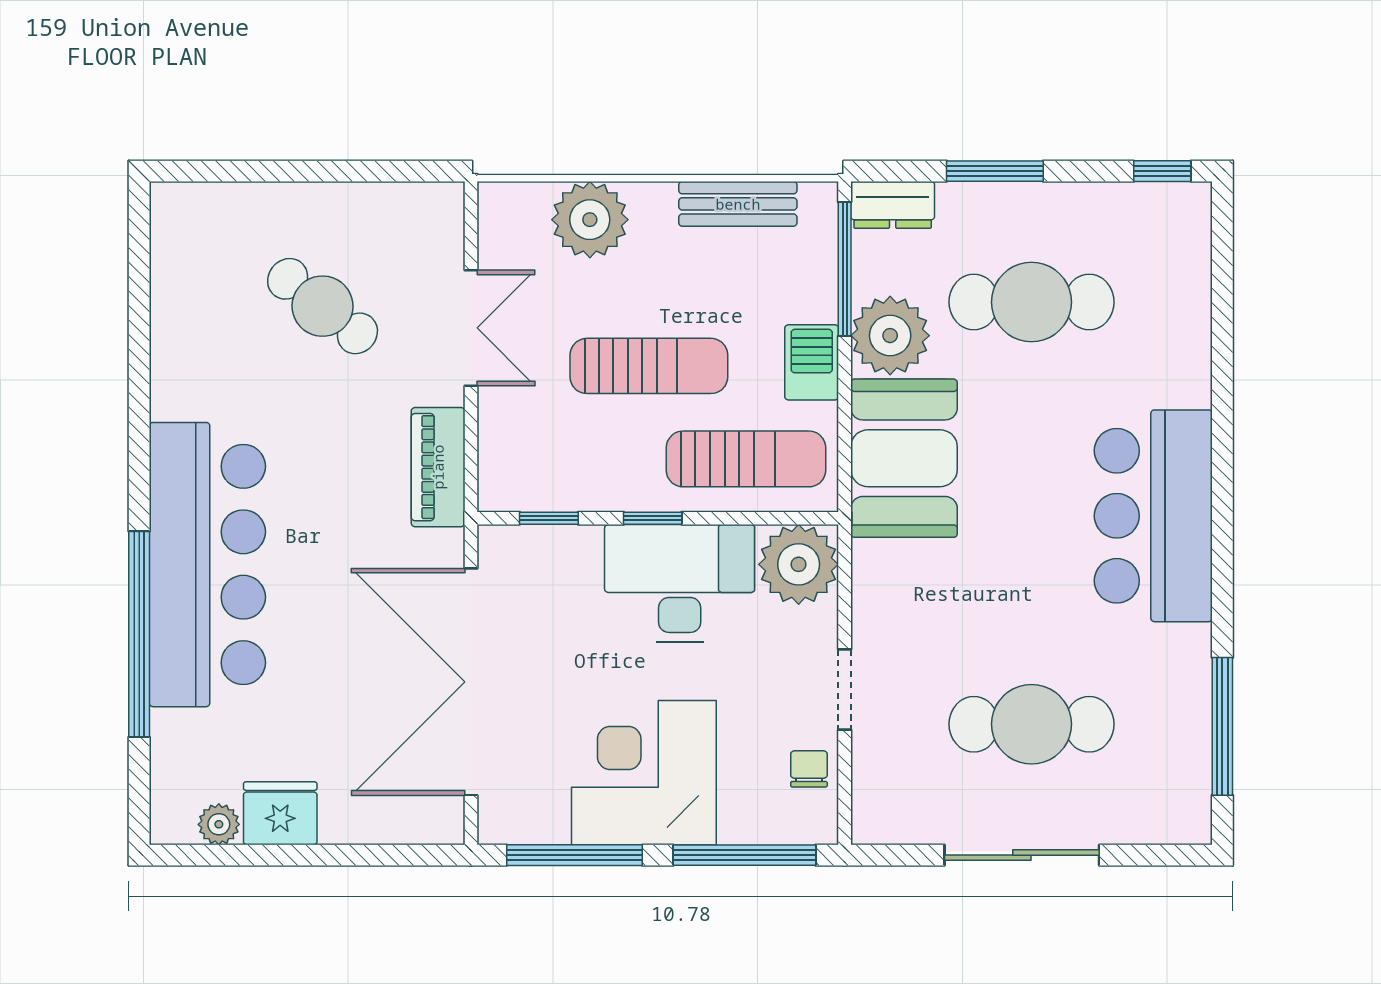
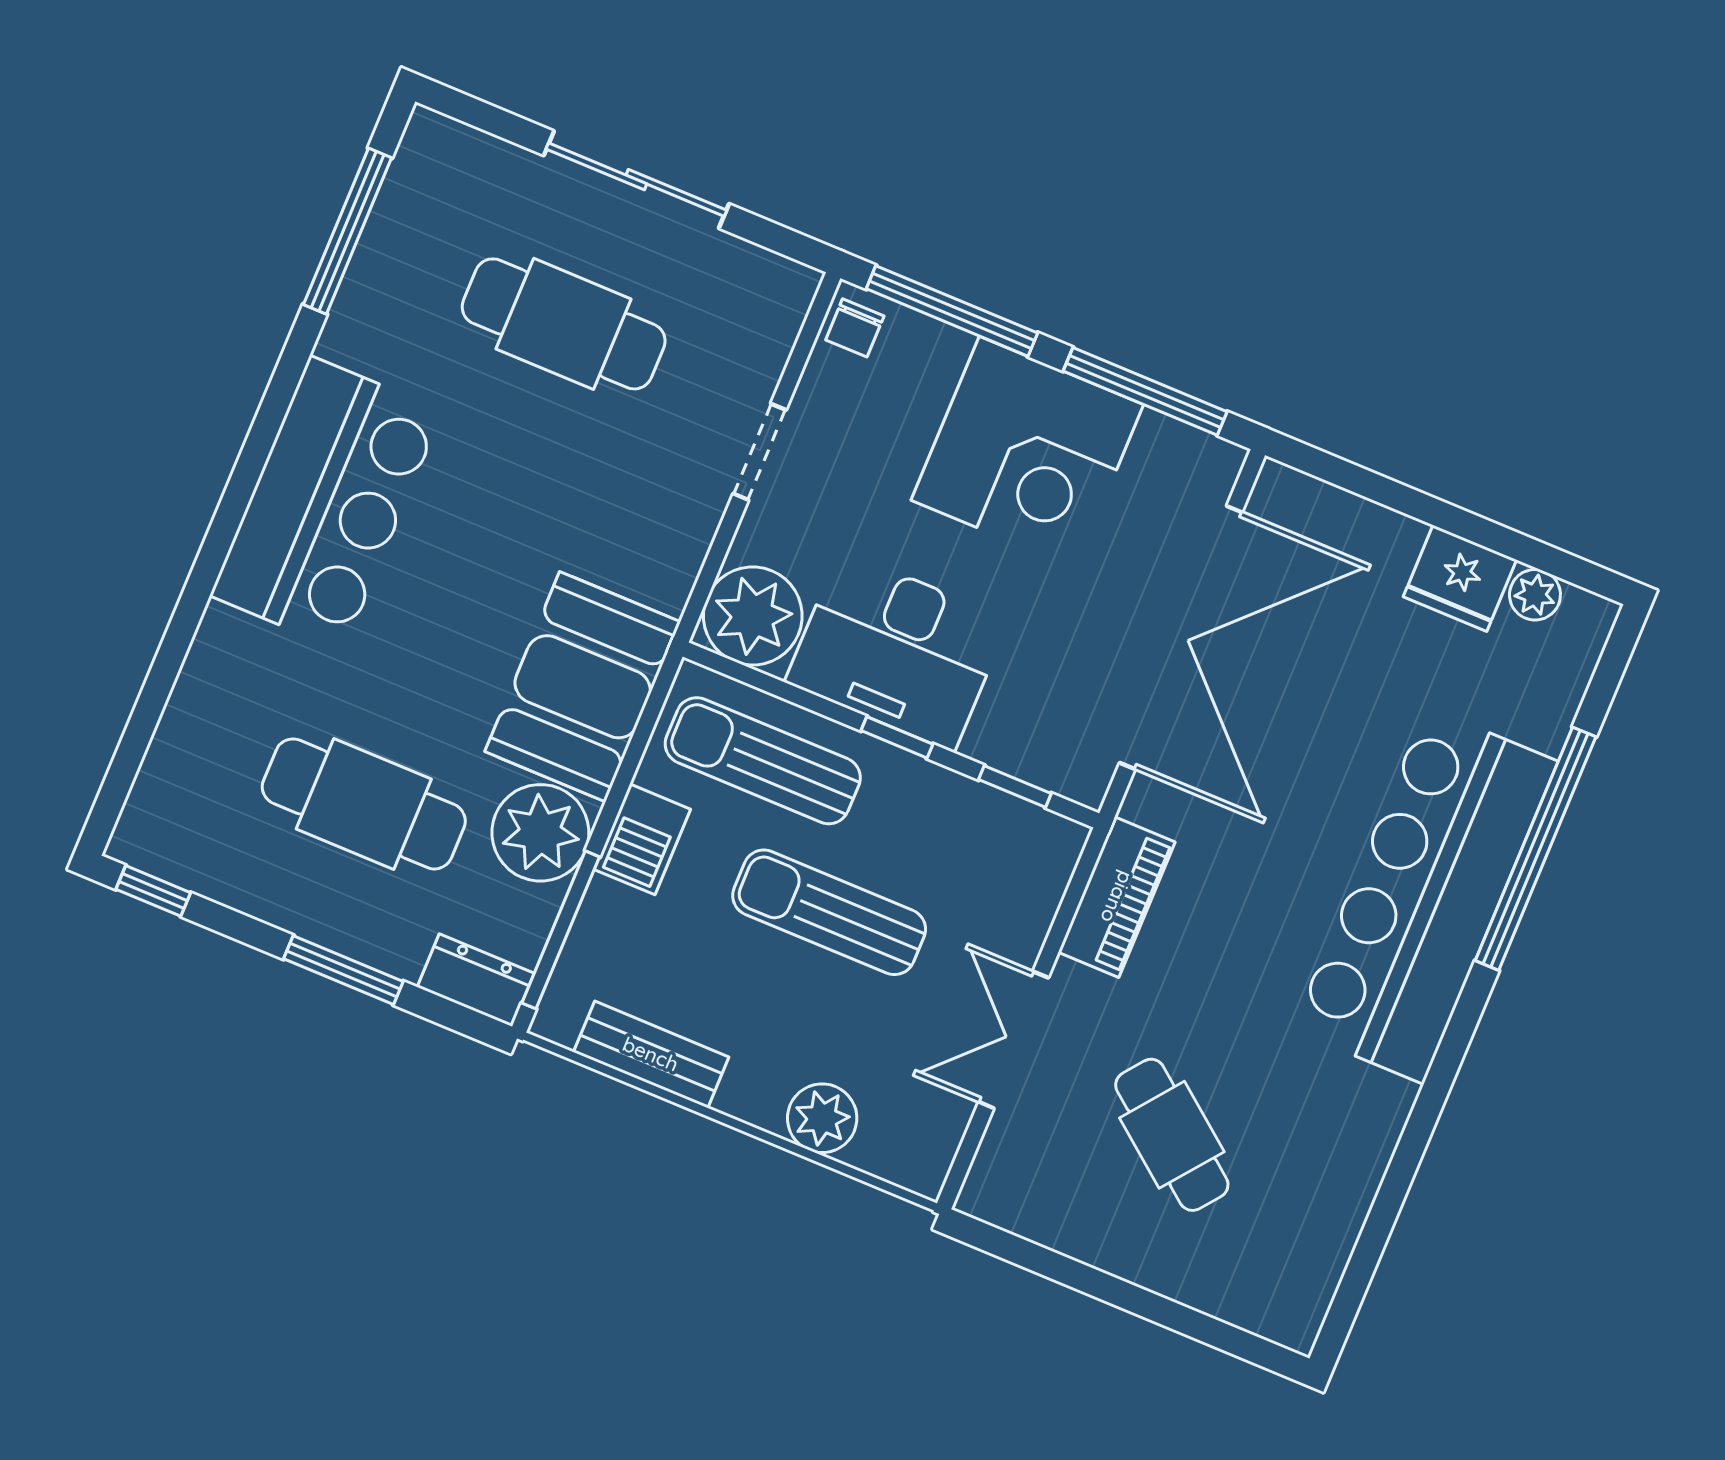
plant: (590, 220) -> (822, 1118), width x0.73, depth x0.73
chair: (809, 769) -> (855, 328), moved

